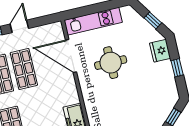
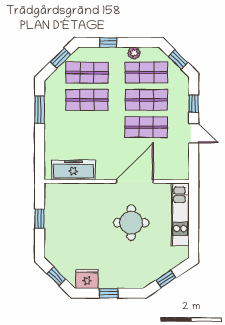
fridge: (160, 51) -> (87, 279), moved
door: (71, 56) -> (135, 181), moved

